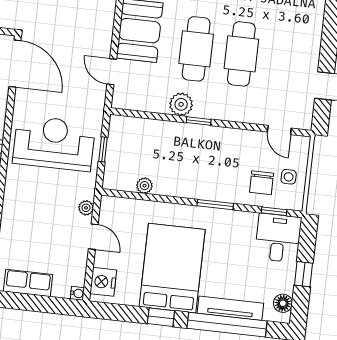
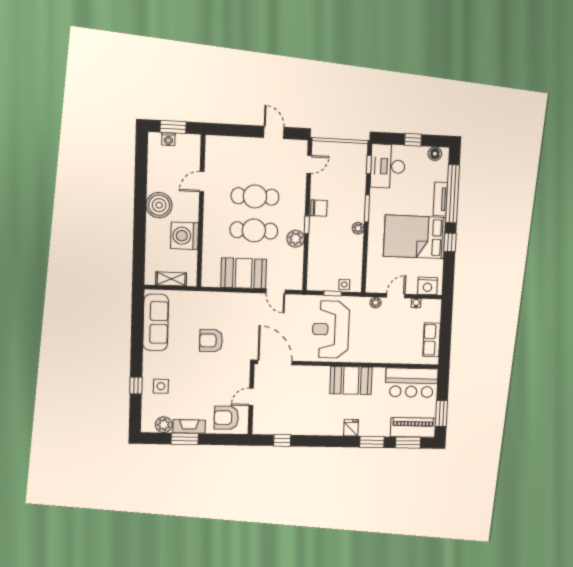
door: (15, 63) -> (275, 362), hinge flipped
door: (112, 72) -> (276, 292), hinge flipped
side table: (289, 177) -> (344, 285), moved
chair: (262, 183) -> (319, 208), moved
plant: (144, 186) -> (358, 228), moved
desk: (278, 238) -> (388, 166), width x1.37
water cooler: (77, 293) -> (416, 303), moved
tv unit: (230, 308) -> (440, 199), width x0.71

